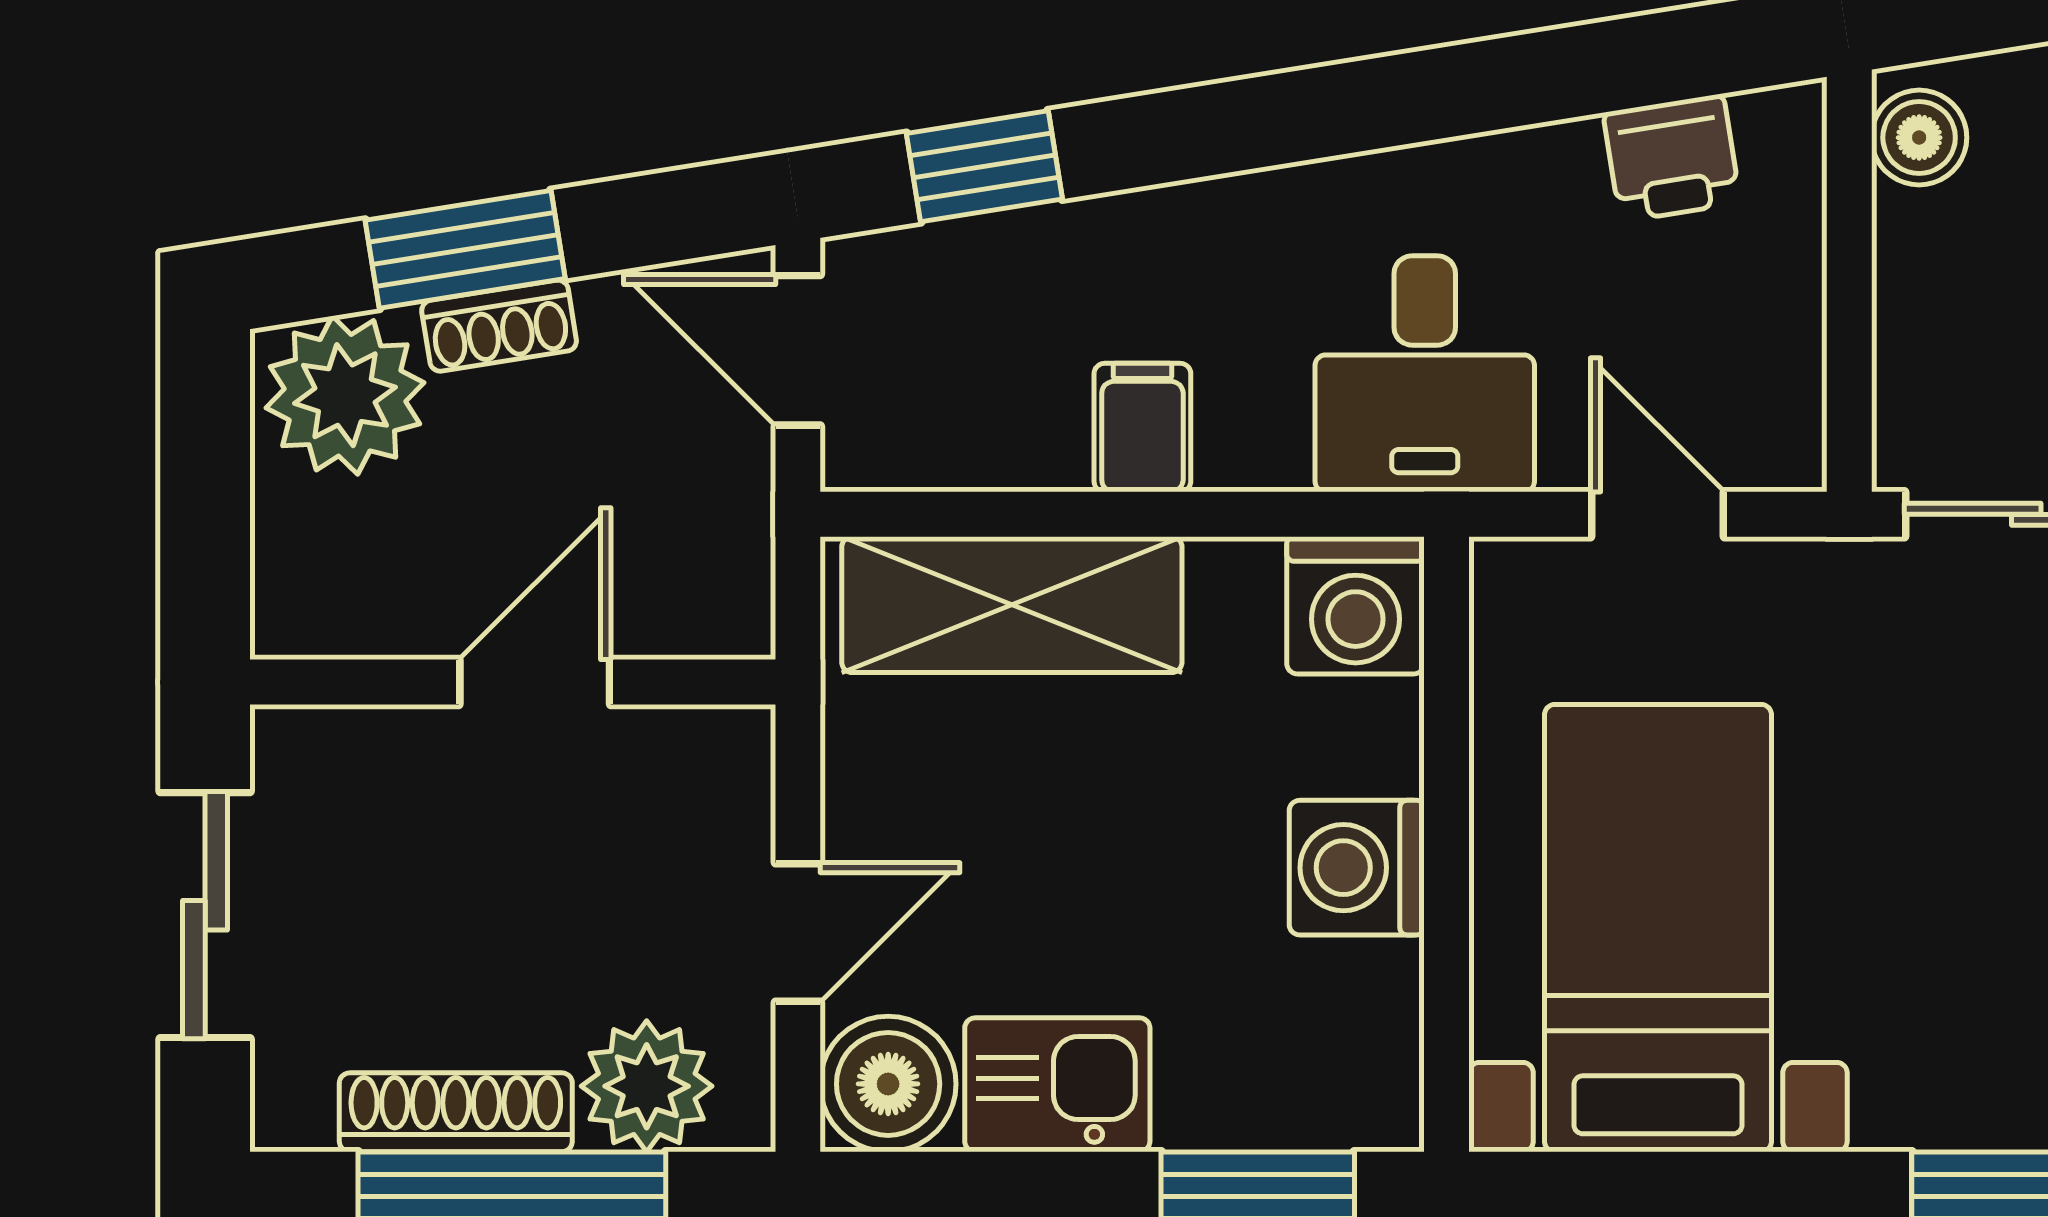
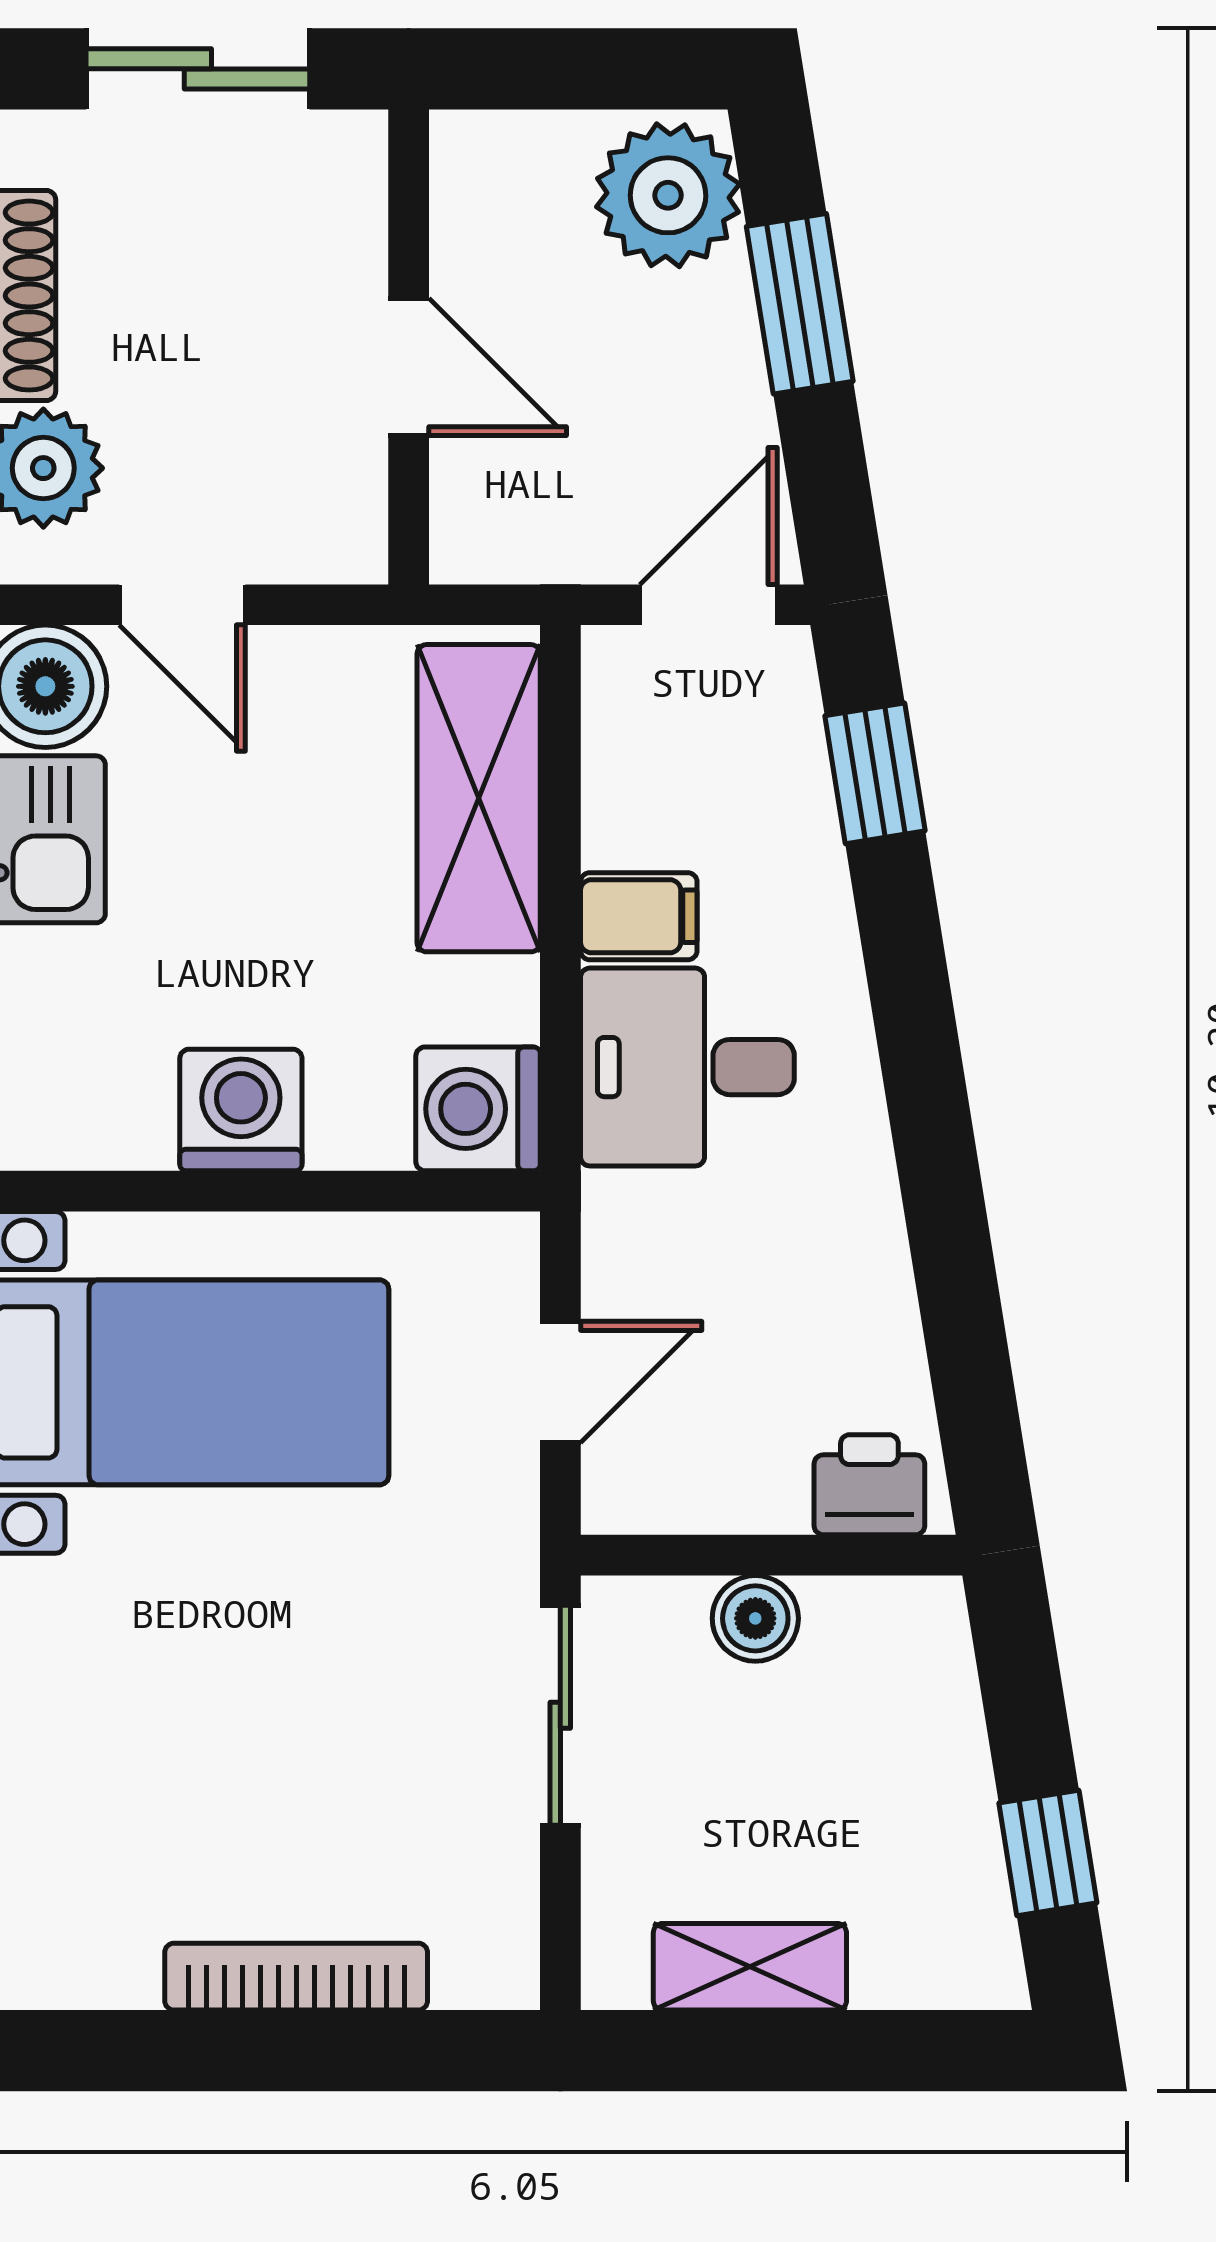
boiler: (1919, 138) -> (755, 1618), moved
printer: (1672, 158) -> (869, 1485), moved, turned 99
shoe rack: (499, 326) -> (731, 335), removed
desk: (1425, 374) -> (687, 1067), moved

